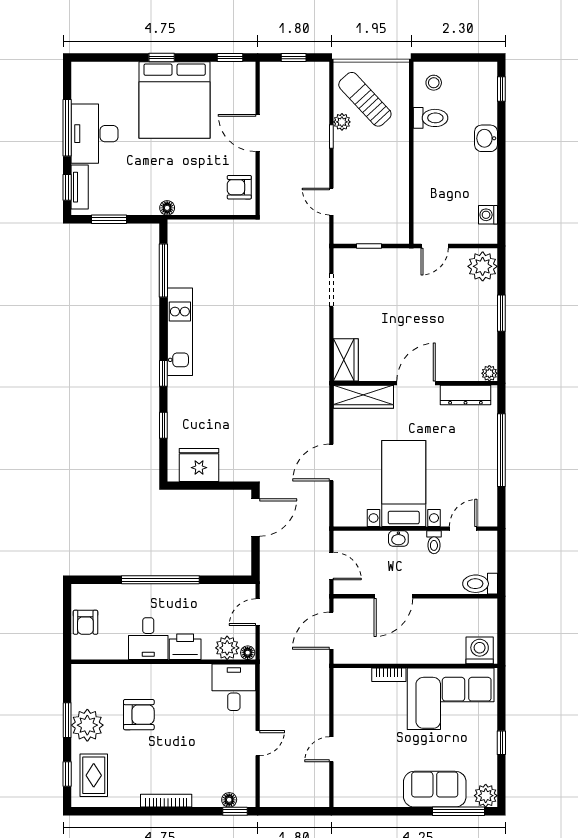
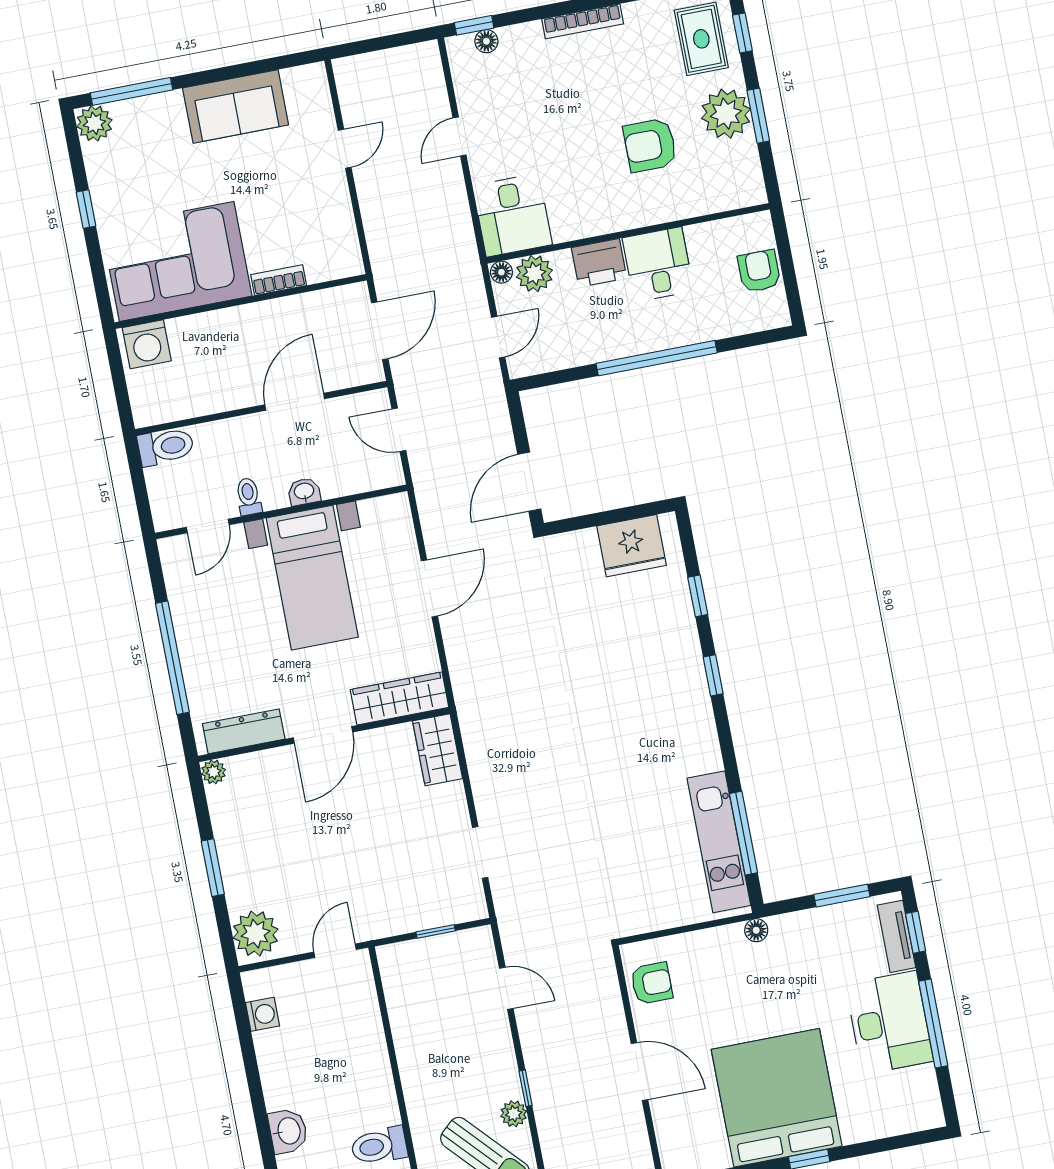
kitchen unit: (180, 332) -> (719, 842), moved
sofa: (435, 789) -> (236, 106), moved

